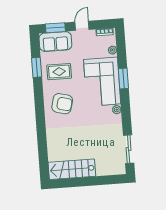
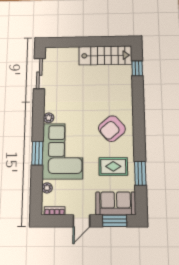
armchair: (62, 104) -> (112, 129), turned -54
window: (43, 159) -> (137, 68), added

